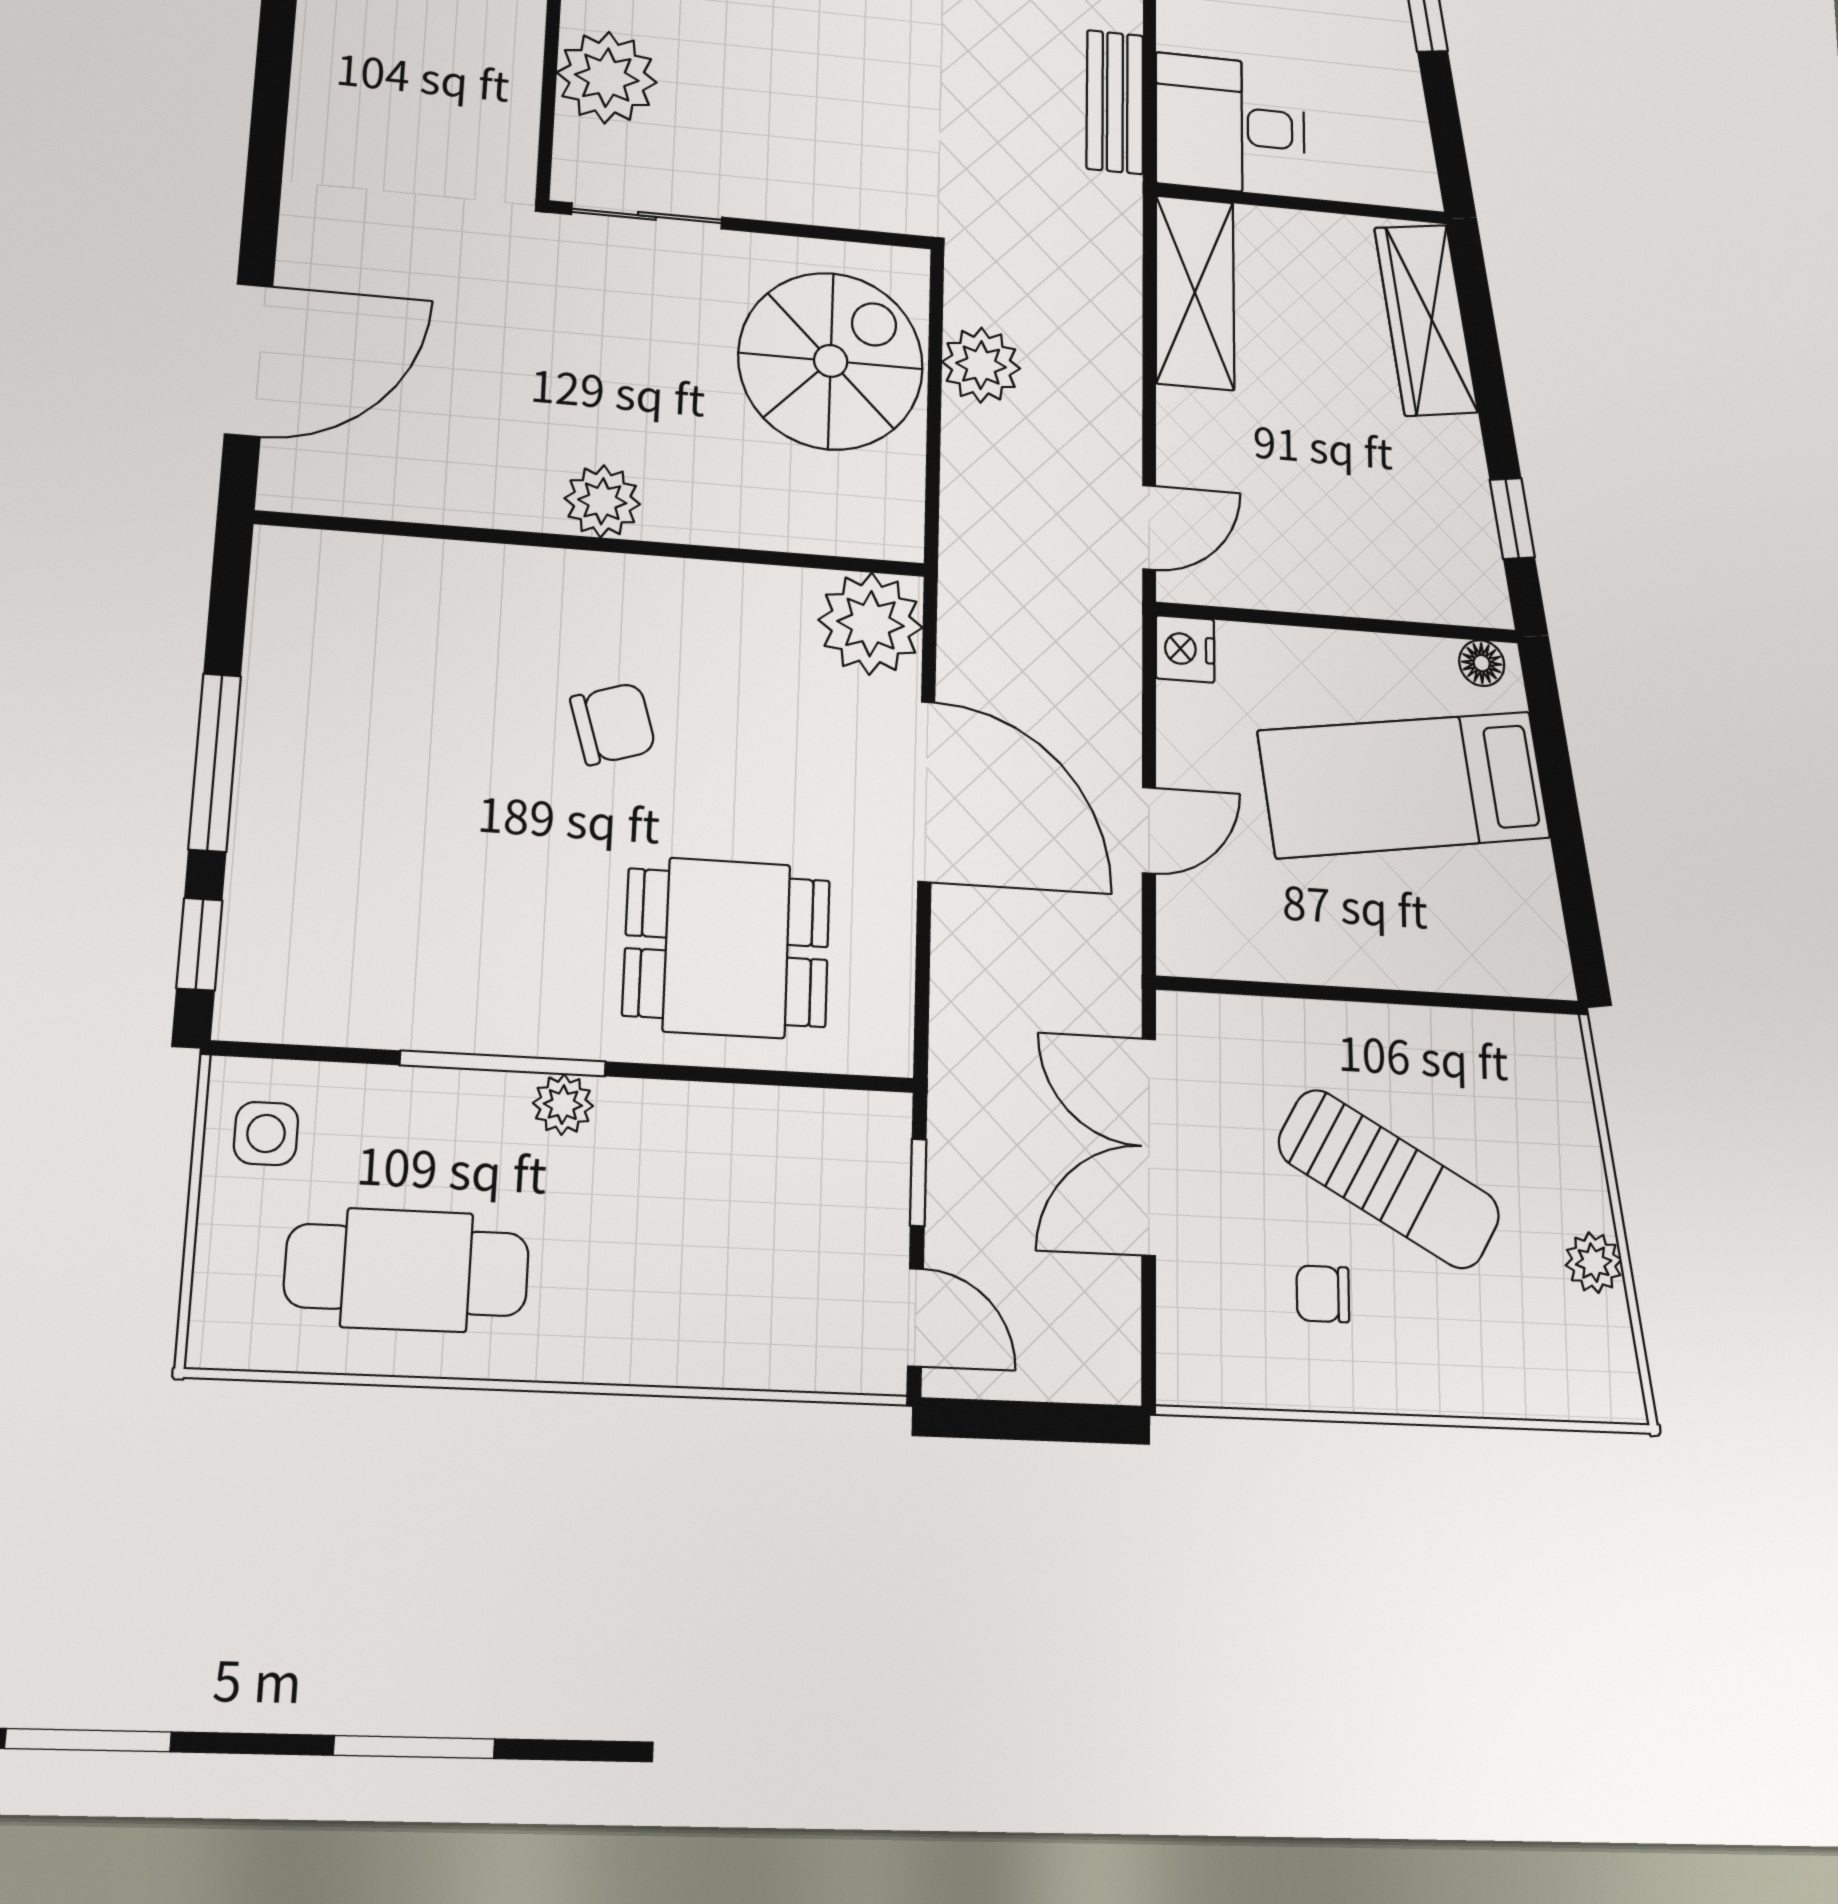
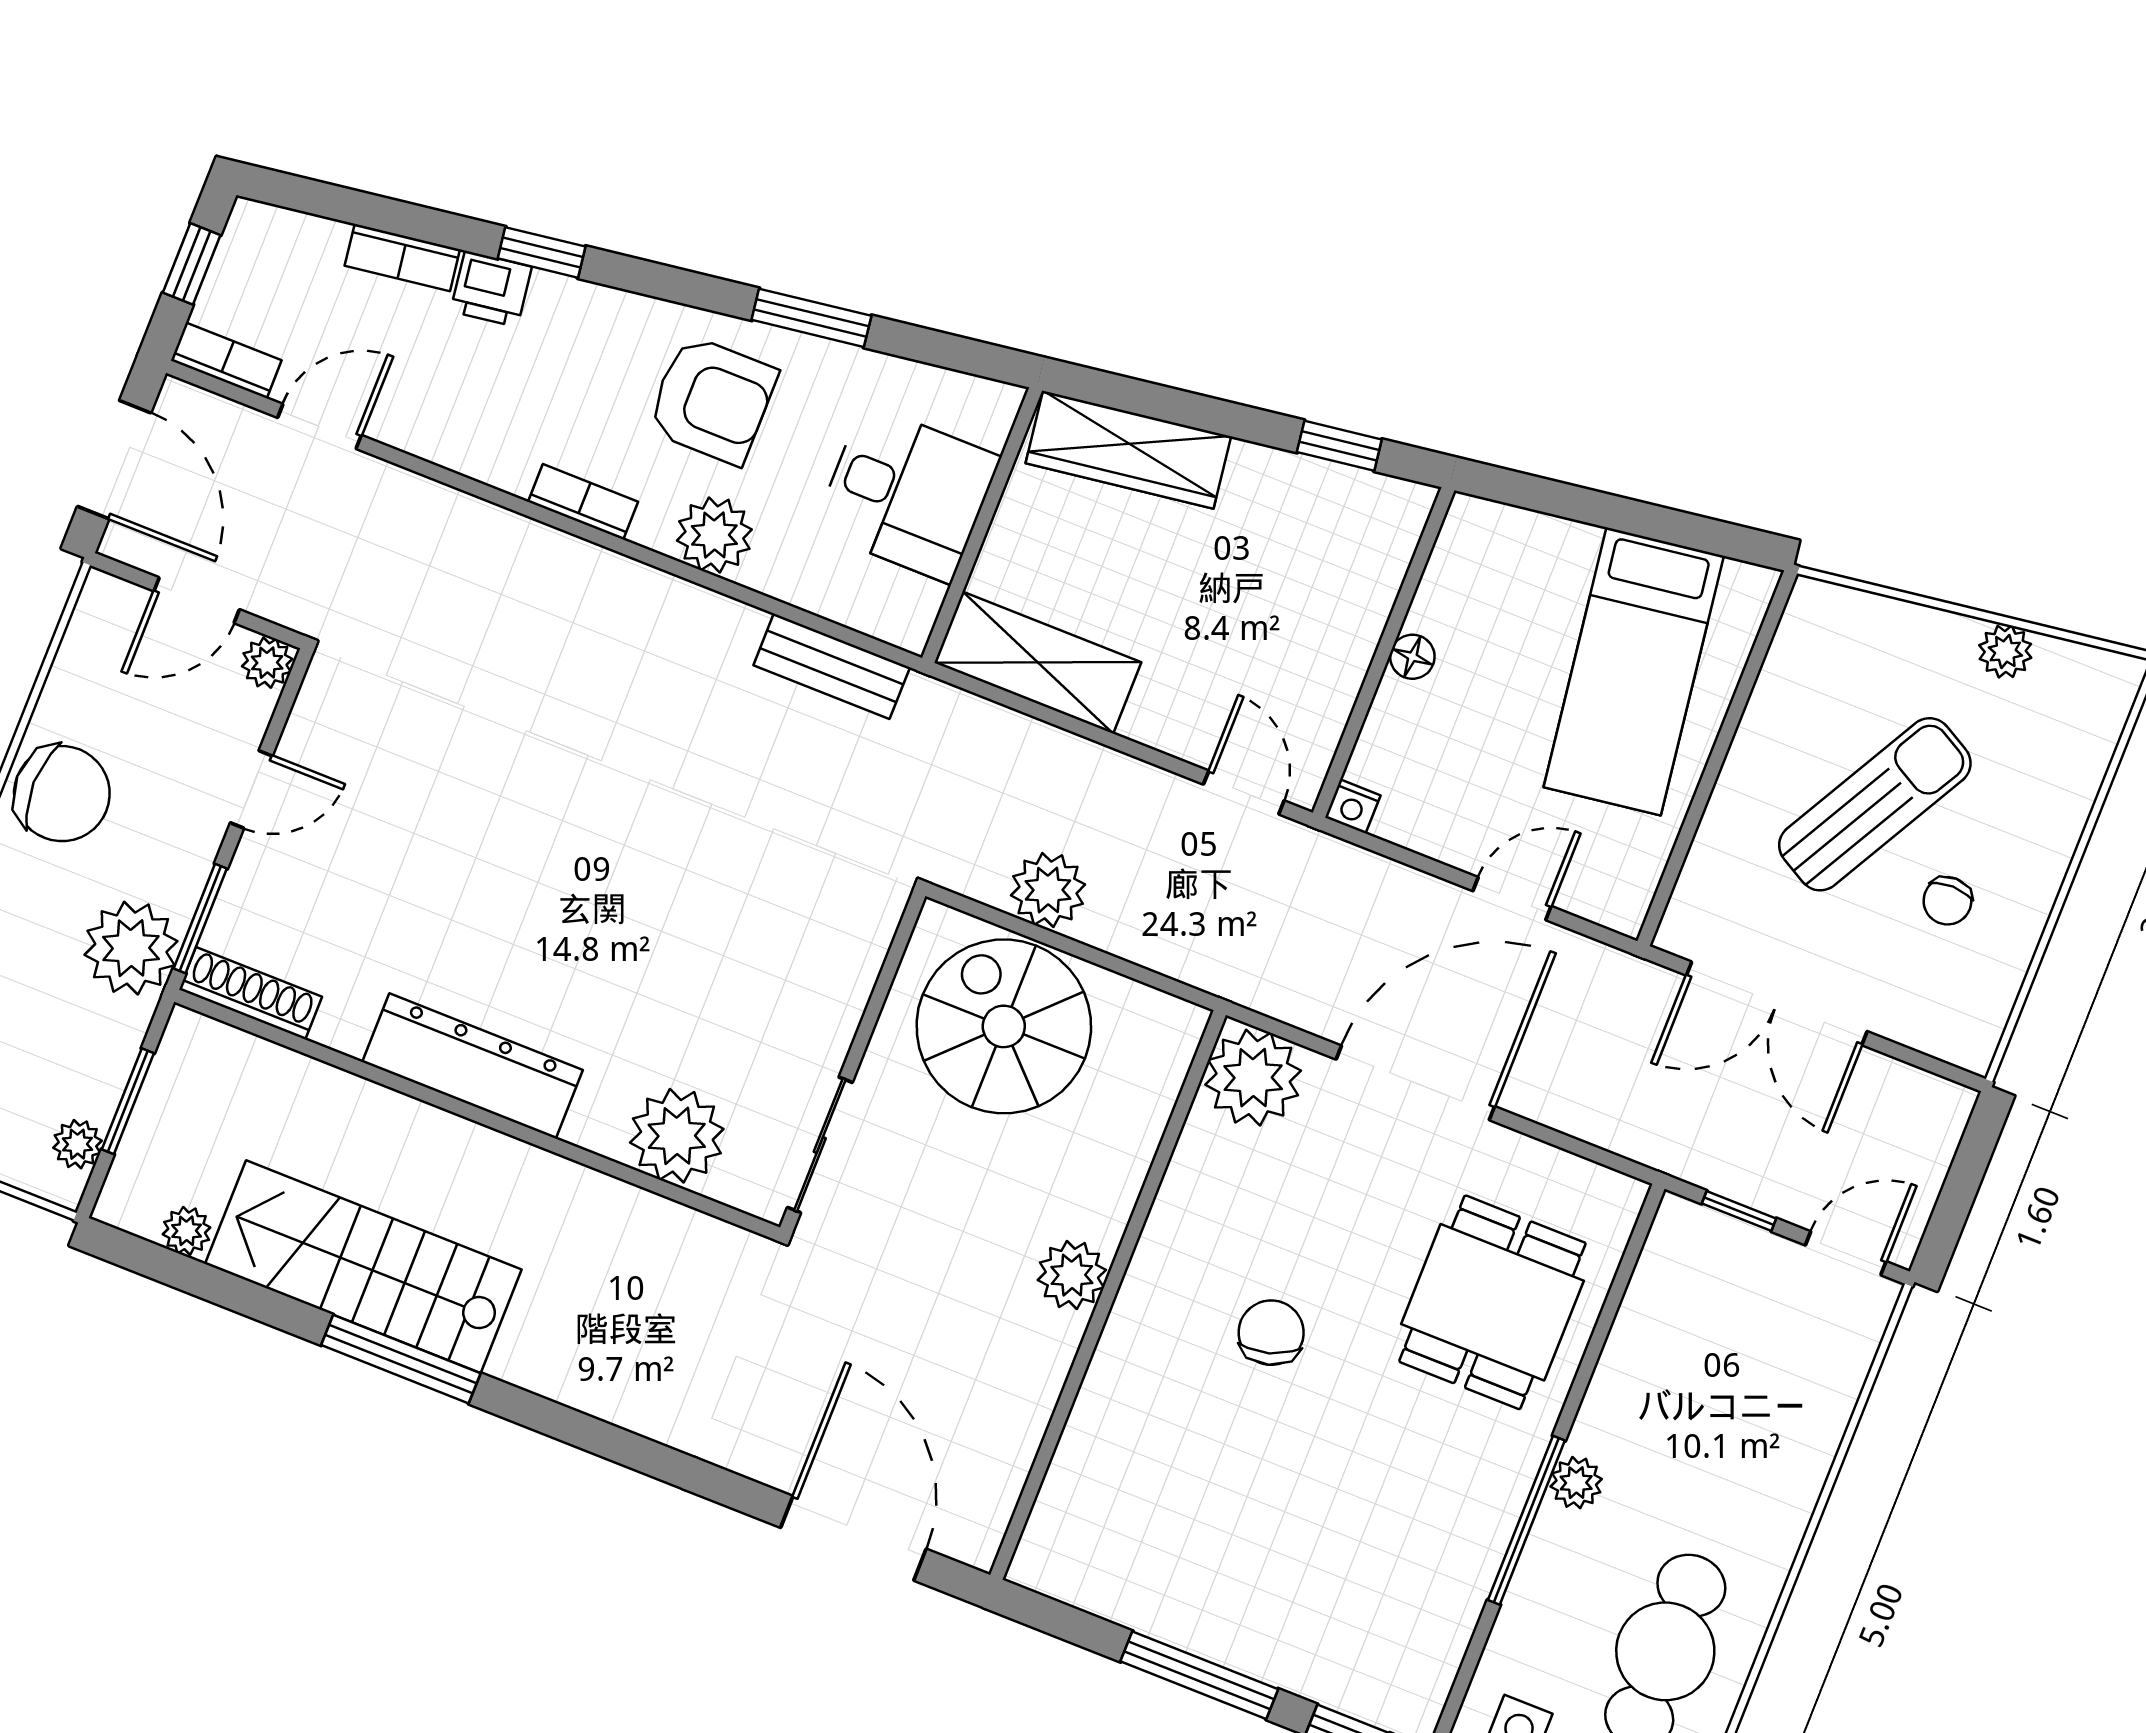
desk: (1230, 125) -> (907, 493), moved, turned -90
nightstand: (1185, 649) -> (1353, 806), width x0.72, depth x0.74
floor lamp: (1482, 663) -> (1412, 657), moved
bed: (1404, 784) -> (1634, 671), moved
door: (1149, 830) -> (1512, 899), hinge flipped

